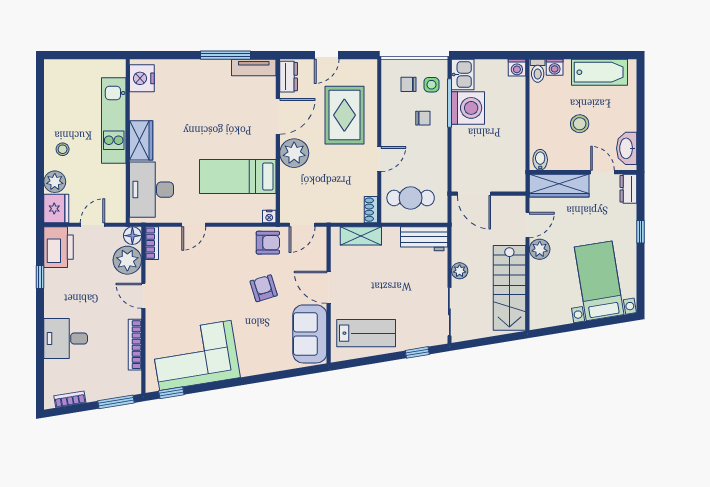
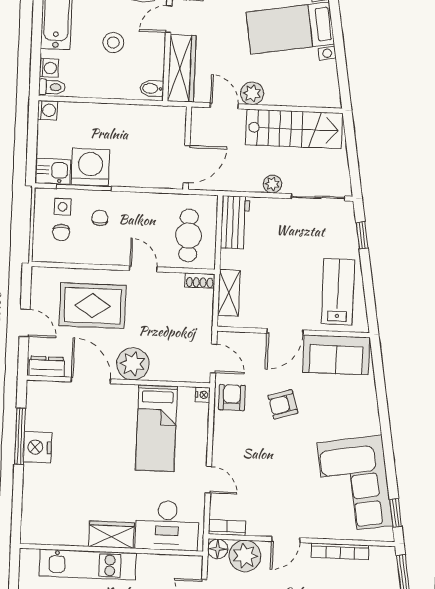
tv unit: (254, 68) -> (35, 405), removed
nightstand: (142, 78) -> (38, 447), moved, turned 90

